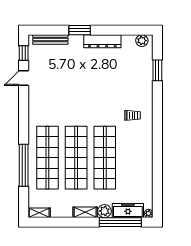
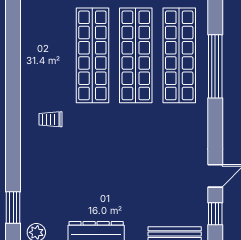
window: (157, 70) -> (13, 208), moved
window: (24, 165) -> (215, 66), moved

